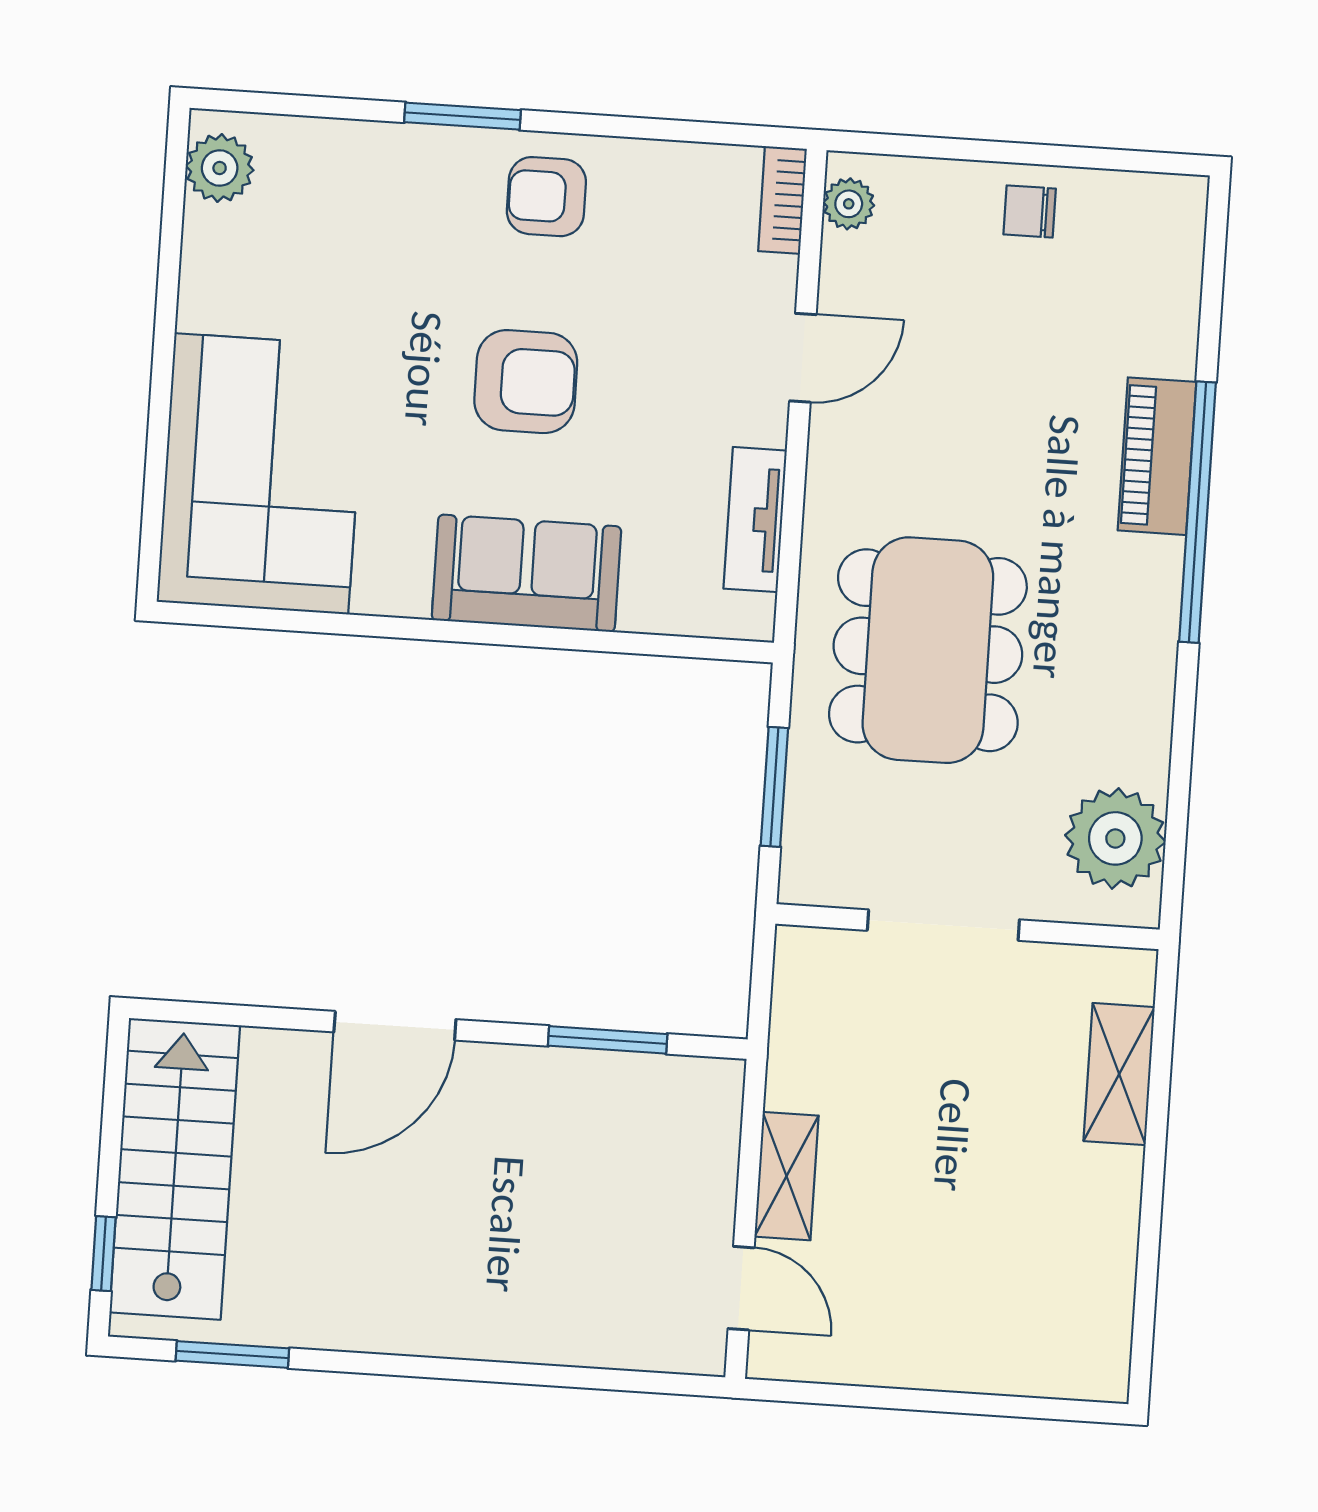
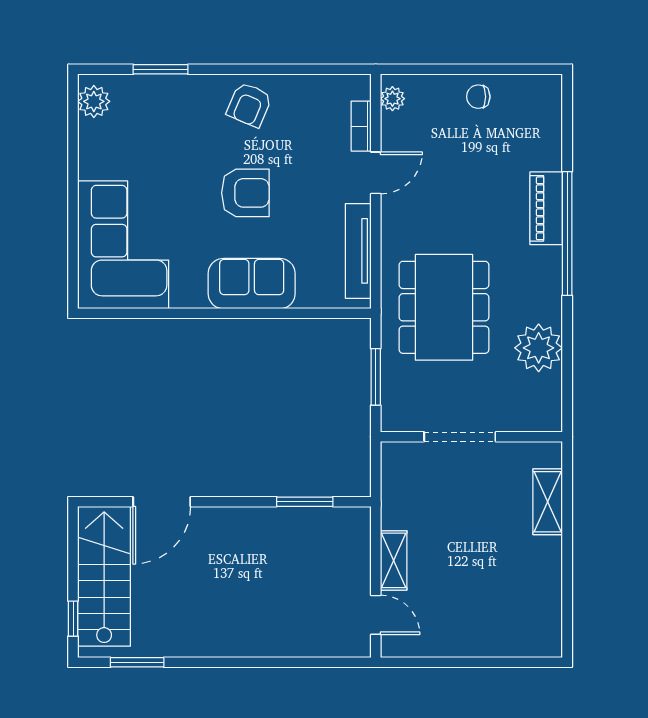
window: (463, 116) -> (160, 69), moved
armchair: (546, 197) -> (249, 105), turned -67
bookcase: (782, 200) -> (361, 126), moved
tv unit: (755, 520) -> (358, 251), width x1.41
plant: (1115, 838) -> (539, 348), moved
door: (395, 1026) -> (162, 502), moved

